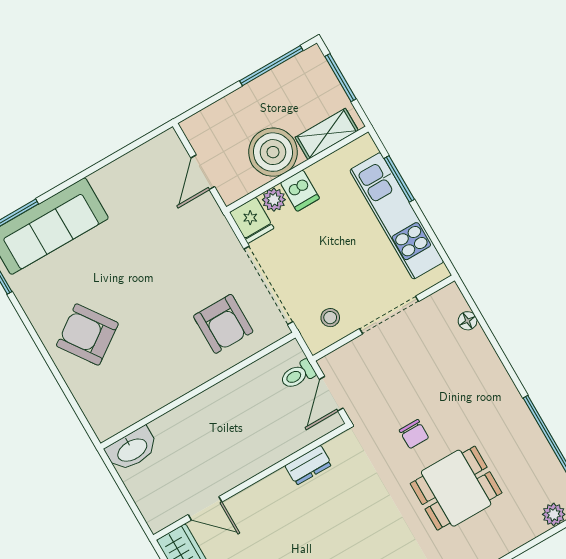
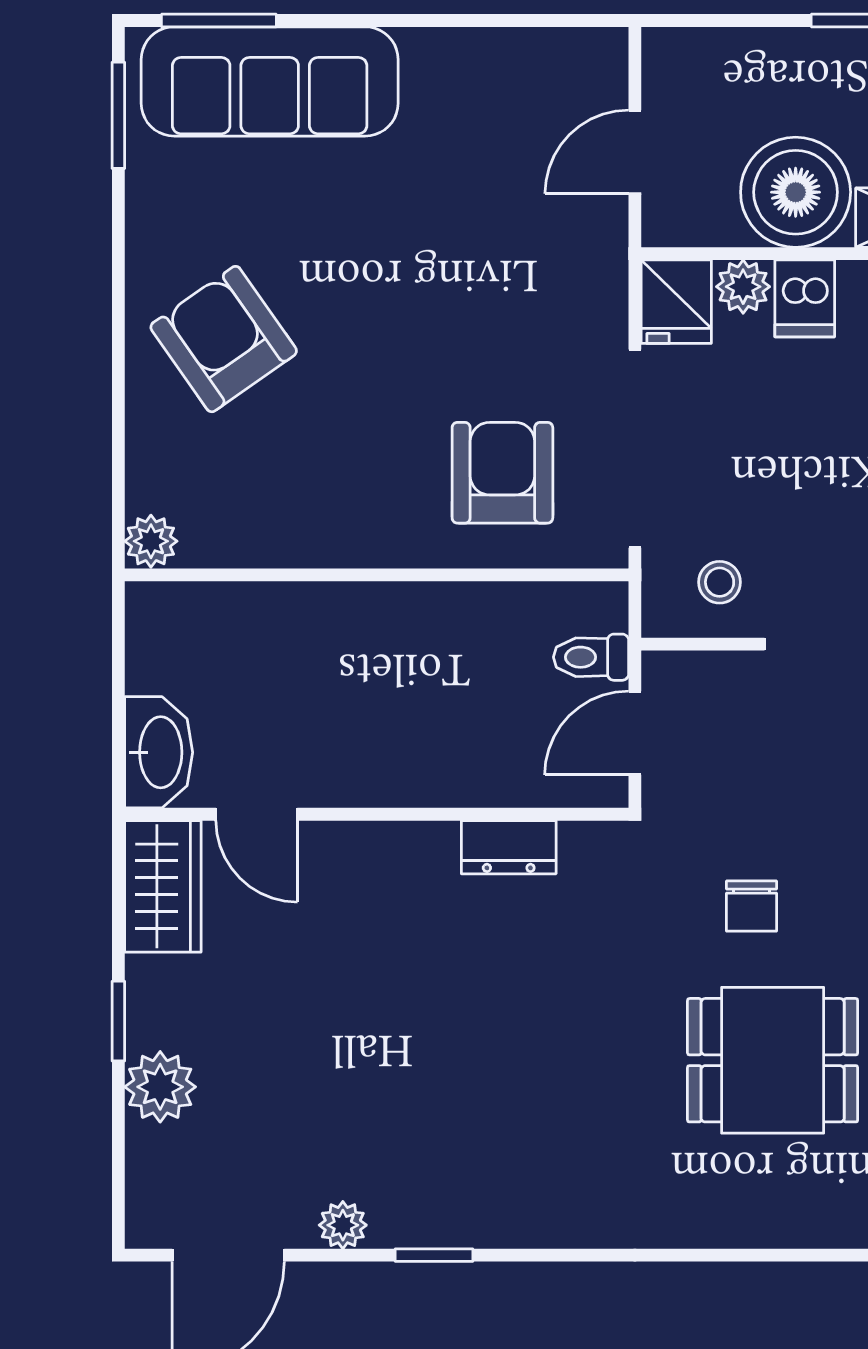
armchair: (223, 324) -> (502, 473), turned 180
plant: (104, 428) -> (151, 541), added
washbasin: (132, 449) -> (159, 752), moved, turned -90

